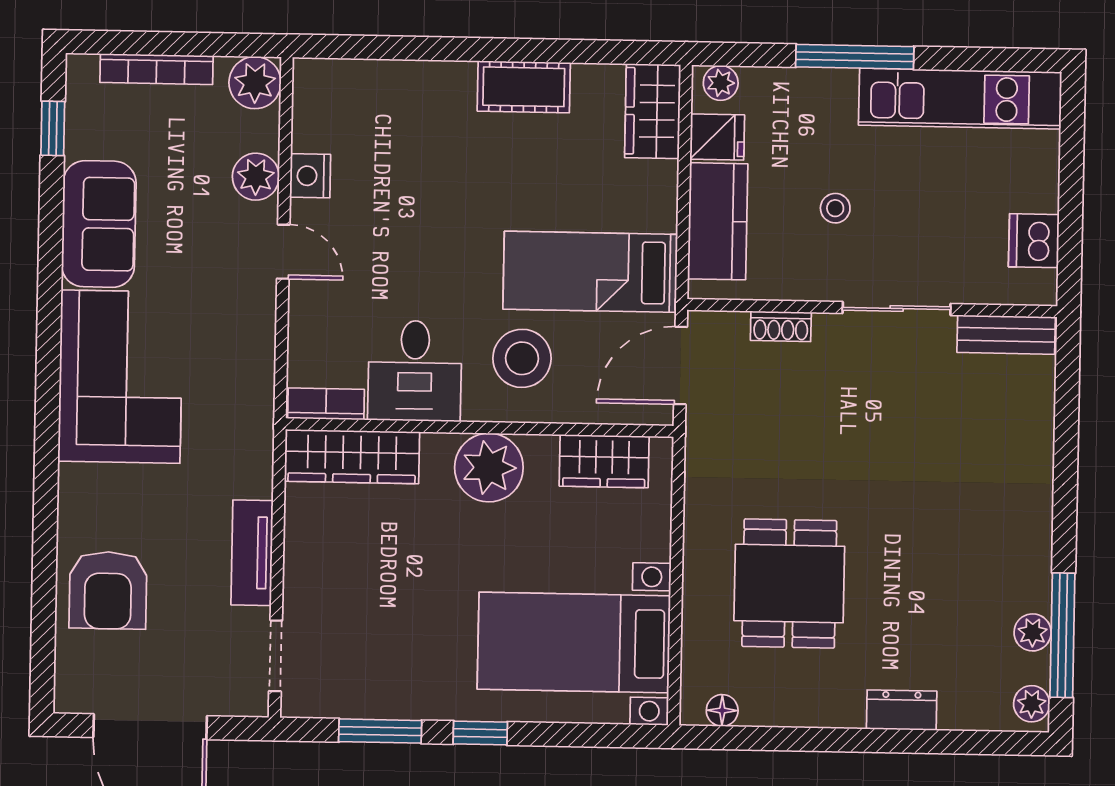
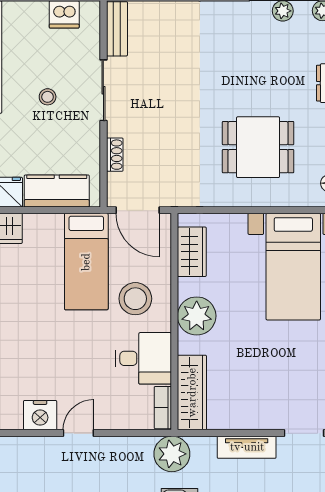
nightstand: (310, 176) -> (40, 415), width x1.36, depth x1.33
plant: (256, 177) -> (172, 454), moved, width x1.36, depth x1.36
stool: (835, 208) -> (48, 97), moved

